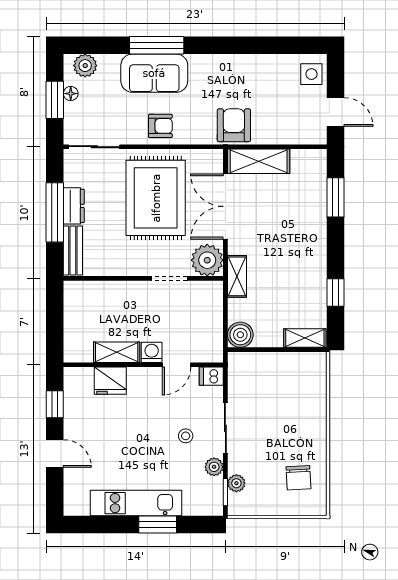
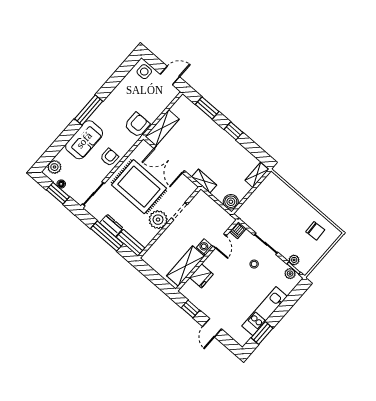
window: (157, 45) -> (89, 110), moved
armchair: (234, 125) -> (137, 125), turned 90
plant: (207, 260) -> (158, 220), moved
window: (336, 293) -> (233, 131), moved
shelving: (117, 352) -> (186, 266), width x1.50, depth x1.33
door: (55, 453) -> (212, 328), swing flipped
plant: (214, 467) -> (290, 274), moved
window: (158, 525) -> (262, 333), moved

